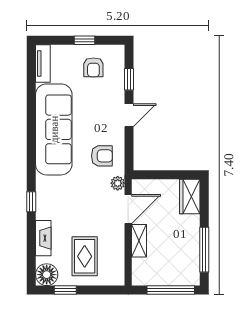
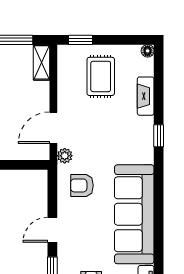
shelving: (139, 241) -> (42, 62), moved
floor lamp: (47, 275) -> (148, 51), width x0.53, depth x0.53
window: (65, 290) -> (81, 40), moved

